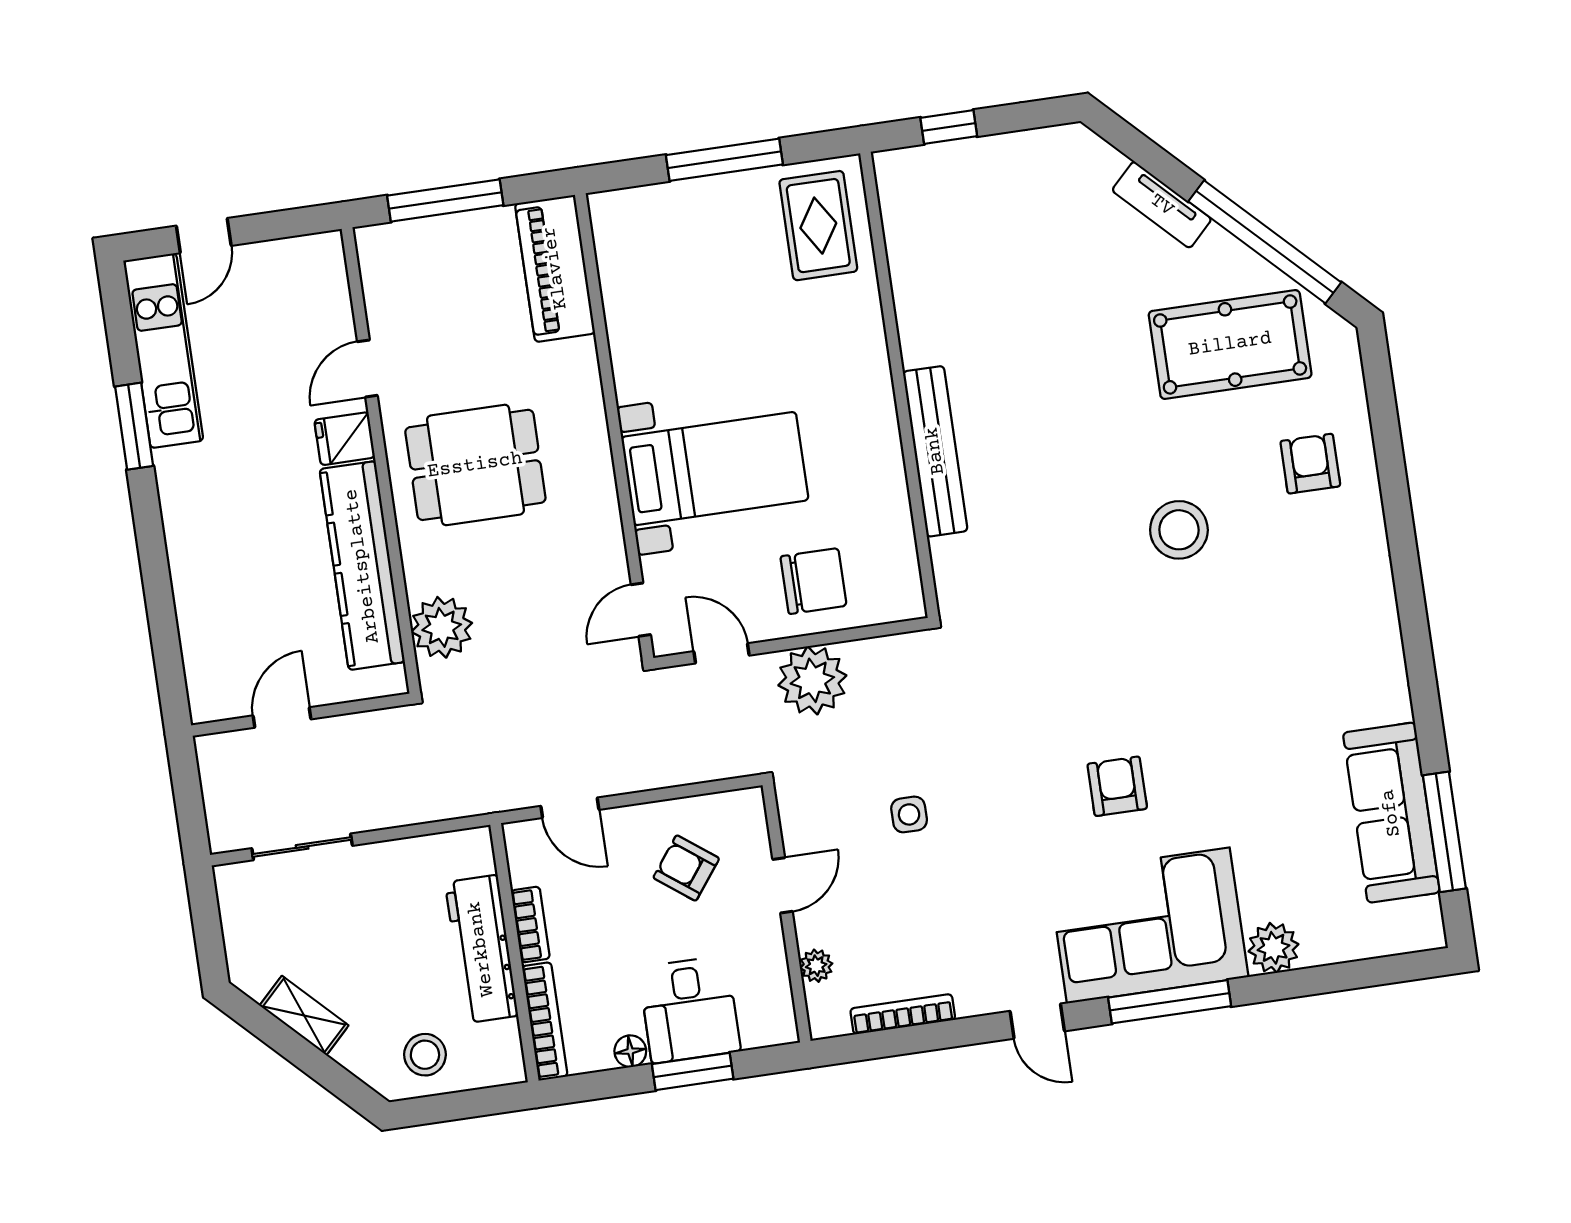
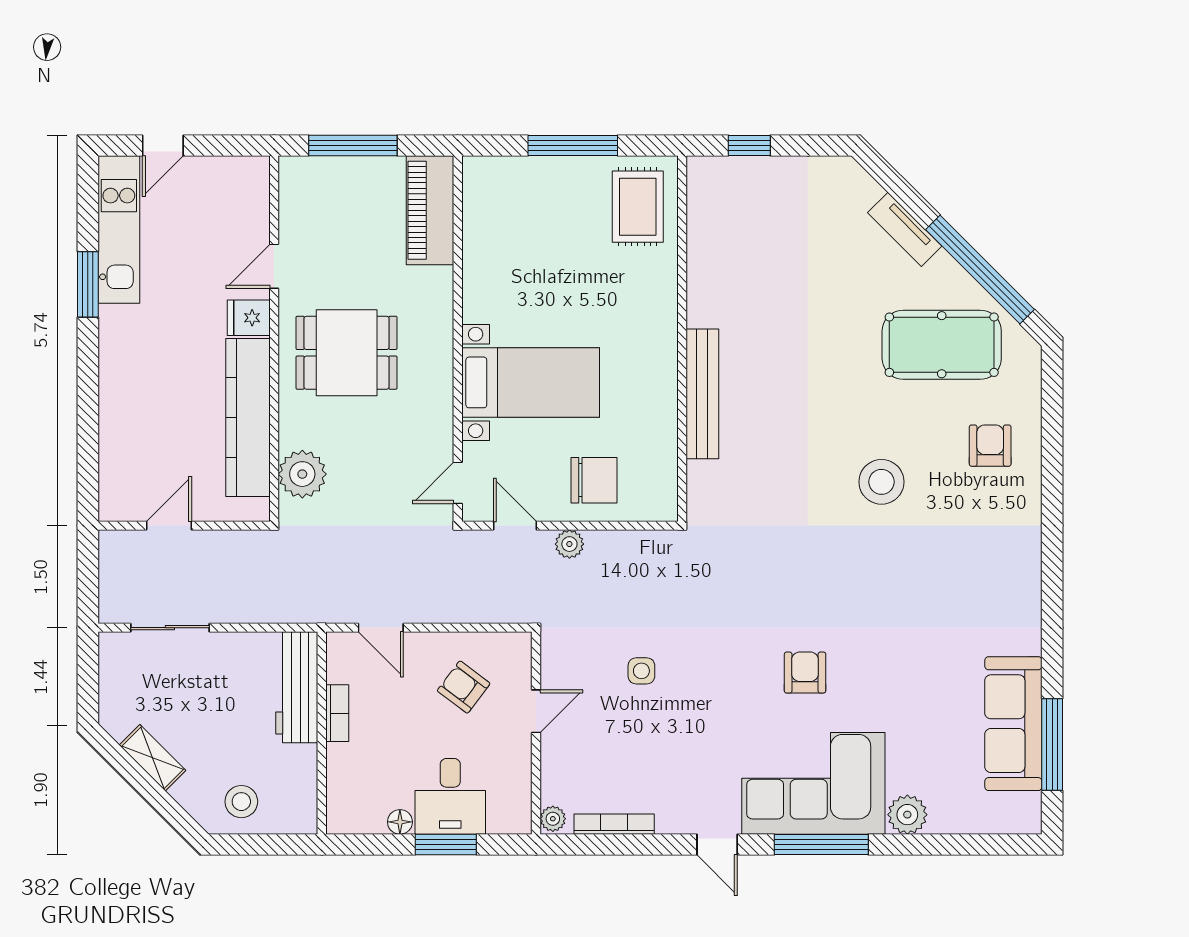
plant: (812, 680) -> (569, 544), width x0.53, depth x0.53
workbench: (481, 949) -> (297, 687), moved
plant: (816, 966) -> (553, 819), moved
bookcase: (545, 1021) -> (337, 789), removed

